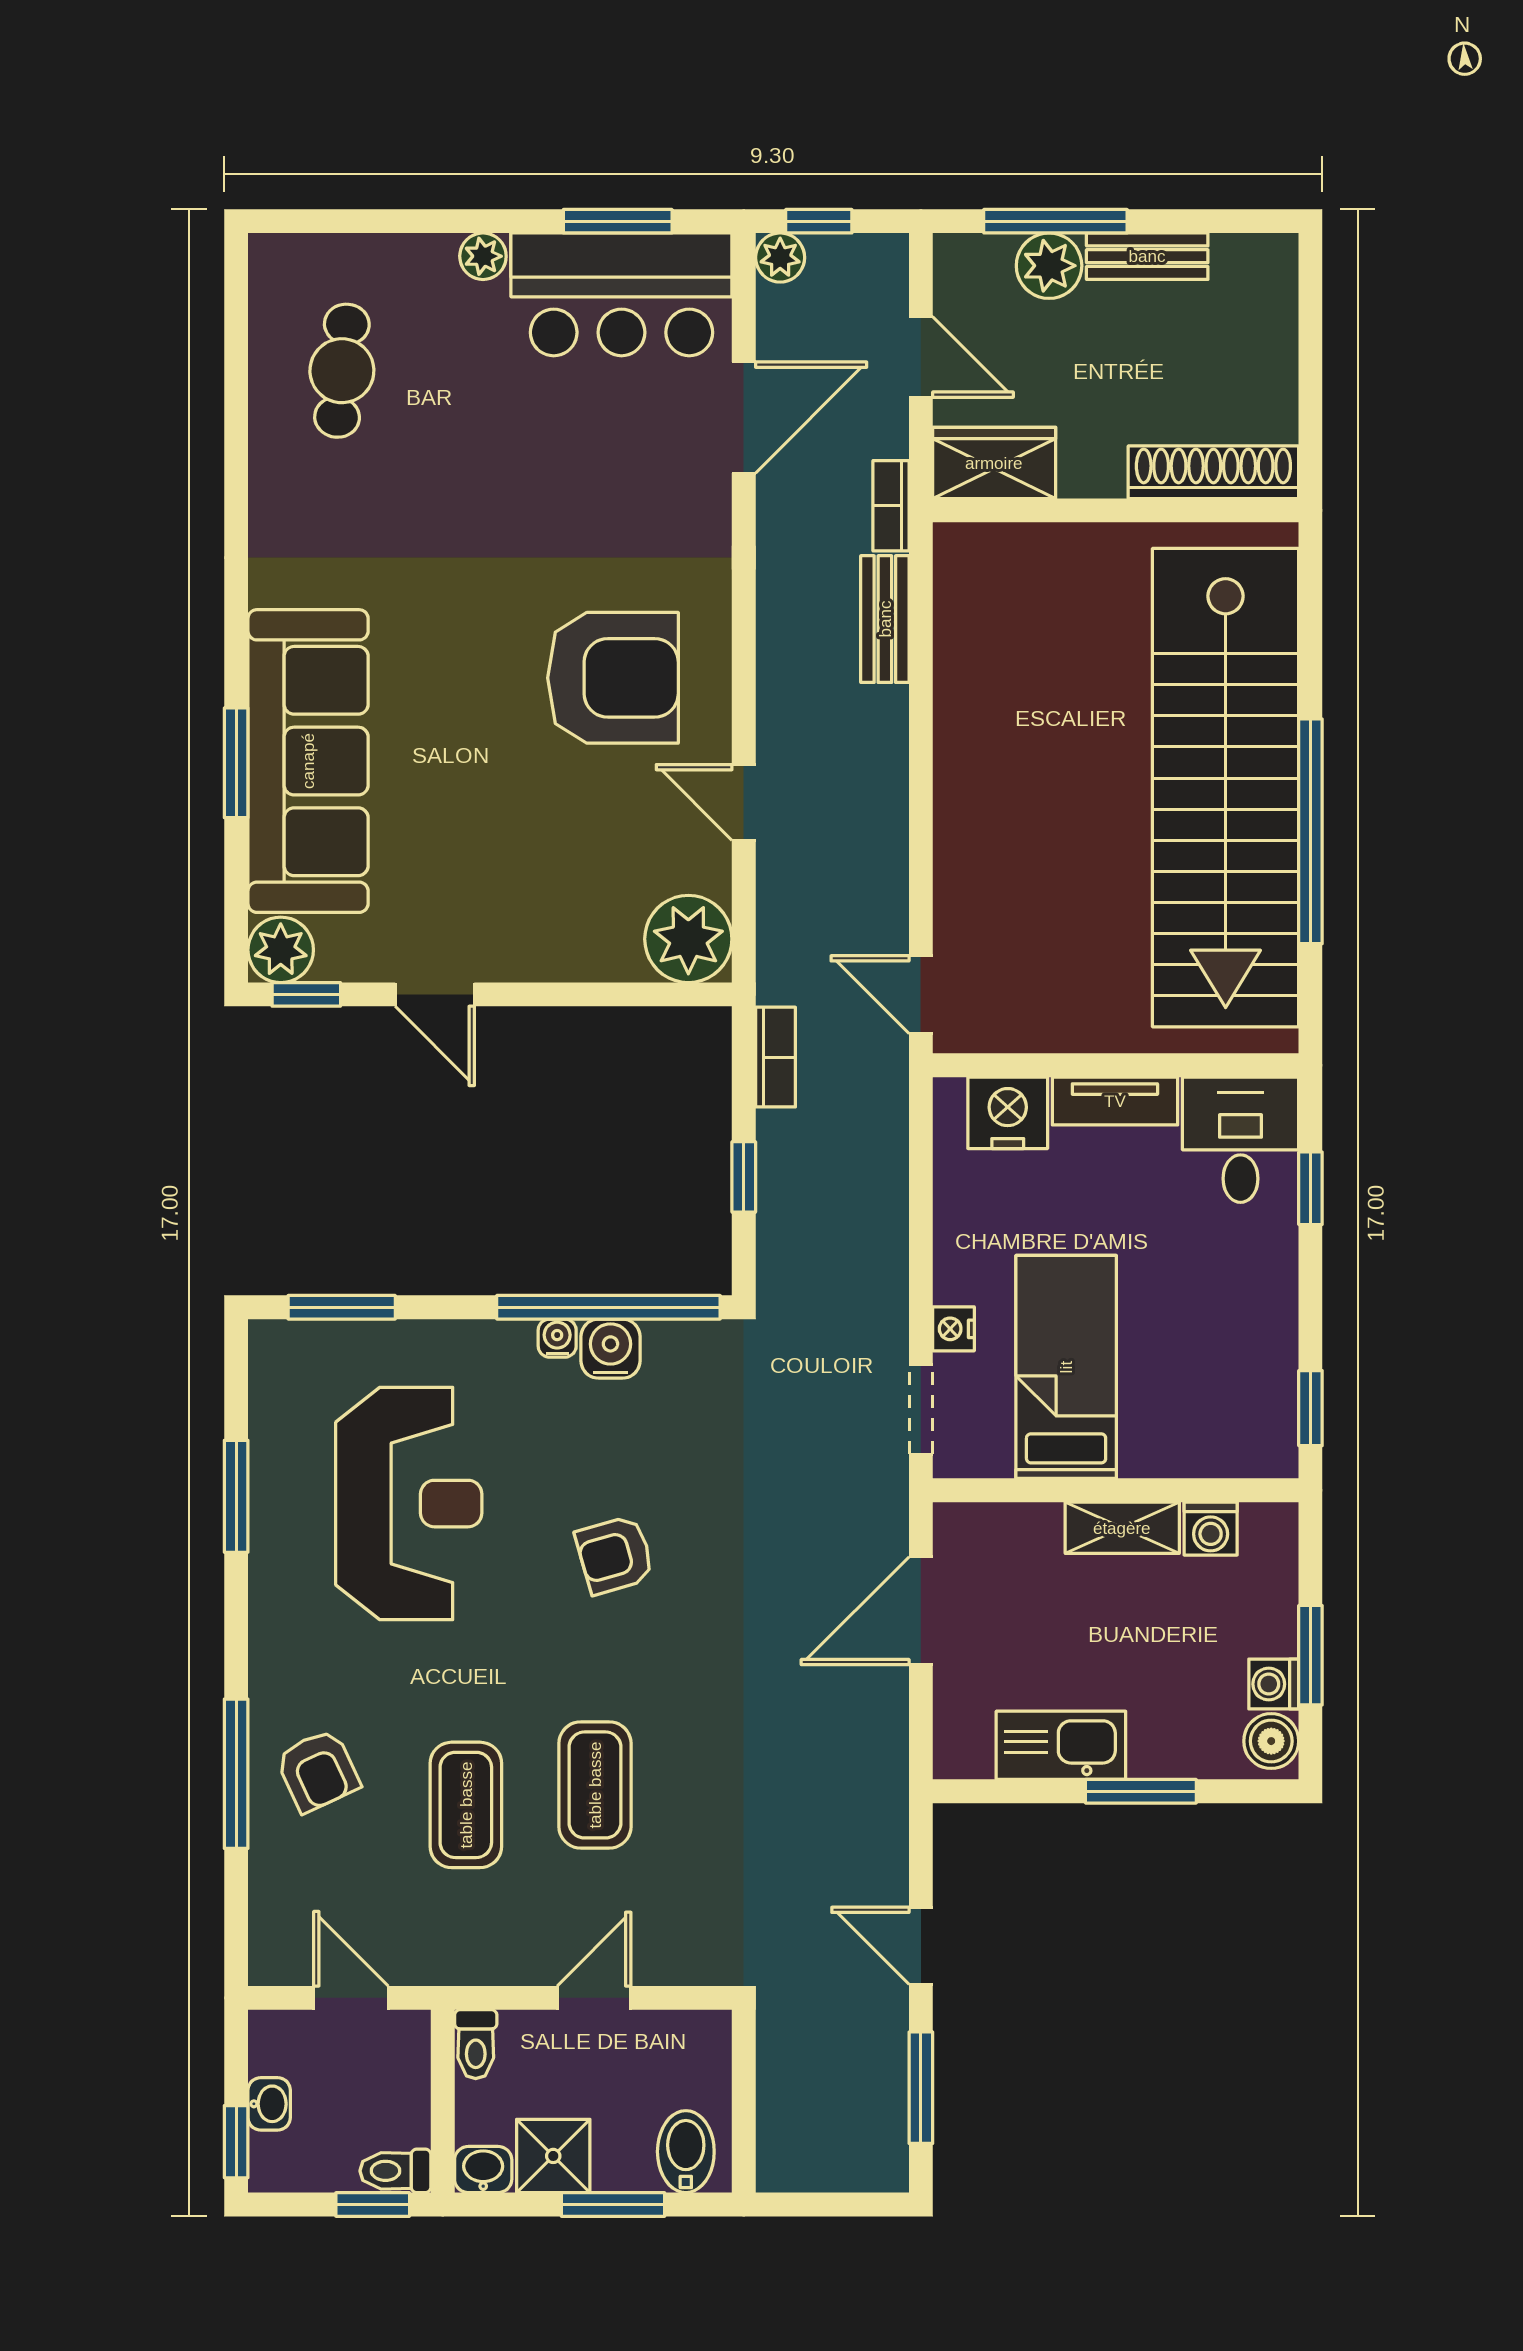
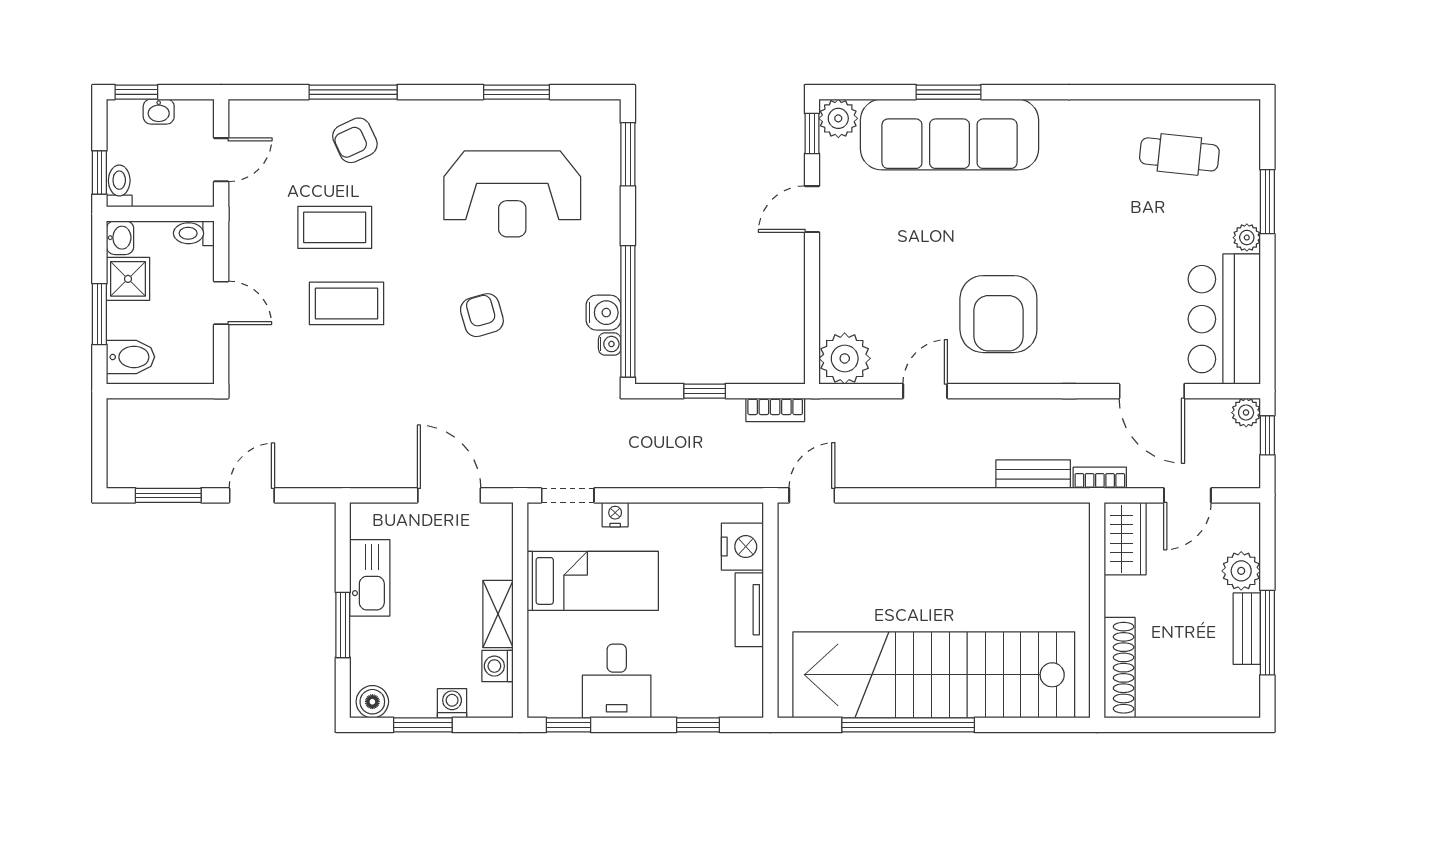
window: (618, 221) -> (1267, 202), moved
window: (1055, 221) -> (1267, 633), moved
desk: (1241, 1140) -> (617, 681), moved, turned 90
water cooler: (557, 1338) -> (610, 344), moved
washing machine: (1274, 1684) -> (452, 703), moved

